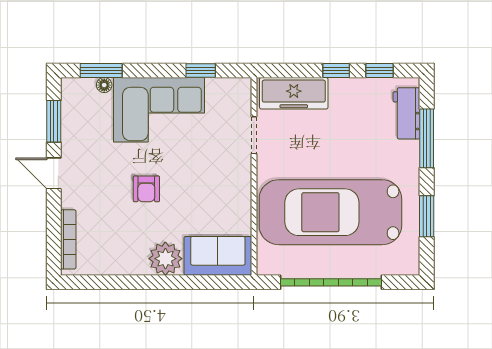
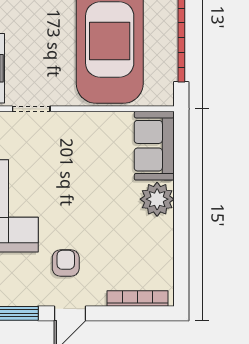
armchair: (146, 189) -> (66, 263), moved, turned -90

